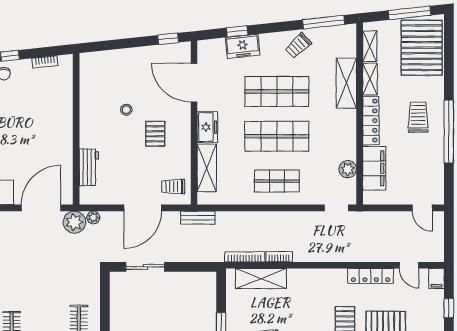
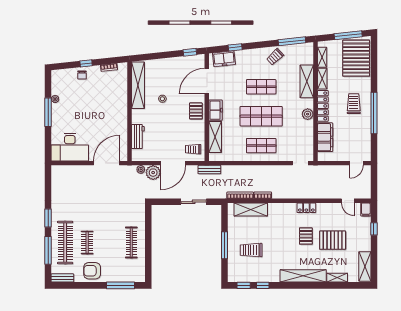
freezer: (243, 46) -> (224, 59), moved
door: (194, 83) -> (207, 81), hinge flipped
shelving: (89, 89) -> (138, 85), added
shop shelf: (277, 91) -> (261, 87), width x0.70, depth x0.74
pallet: (155, 134) -> (196, 111), moved
plant: (348, 169) -> (308, 114), moved
door: (422, 208) -> (356, 163), hinge flipped
plant: (74, 222) -> (153, 173), moved
sliding door: (145, 267) -> (194, 202), moved
locker: (371, 276) -> (306, 208), moved, width x0.66

